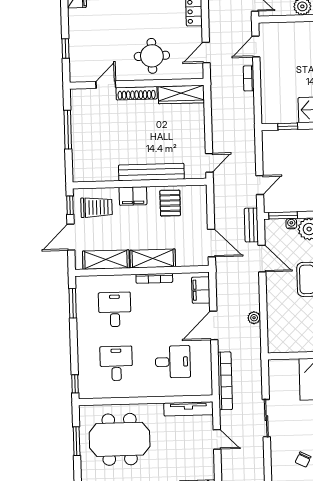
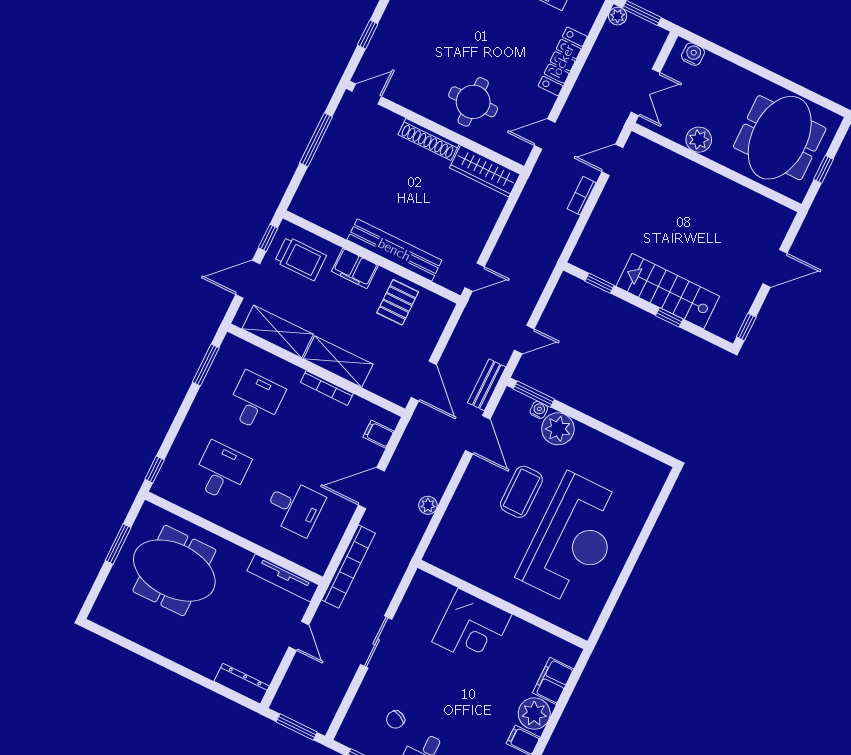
door: (106, 85) -> (367, 94), moved
filing cabinet: (201, 290) -> (378, 434), width x0.50

